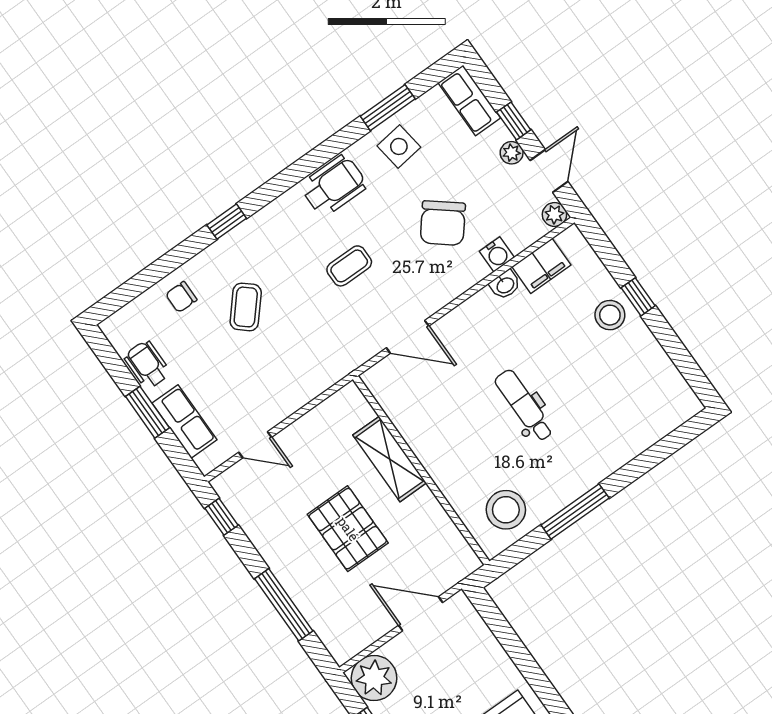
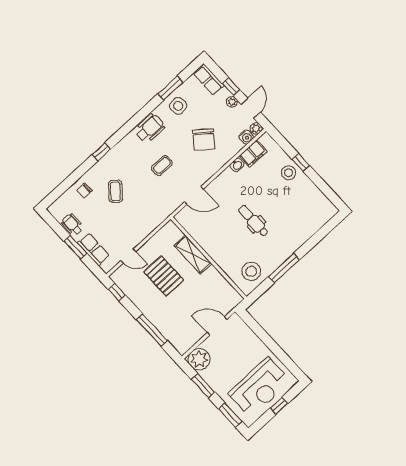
water cooler: (497, 254) -> (246, 137), moved
pallet: (348, 529) -> (164, 276), moved

